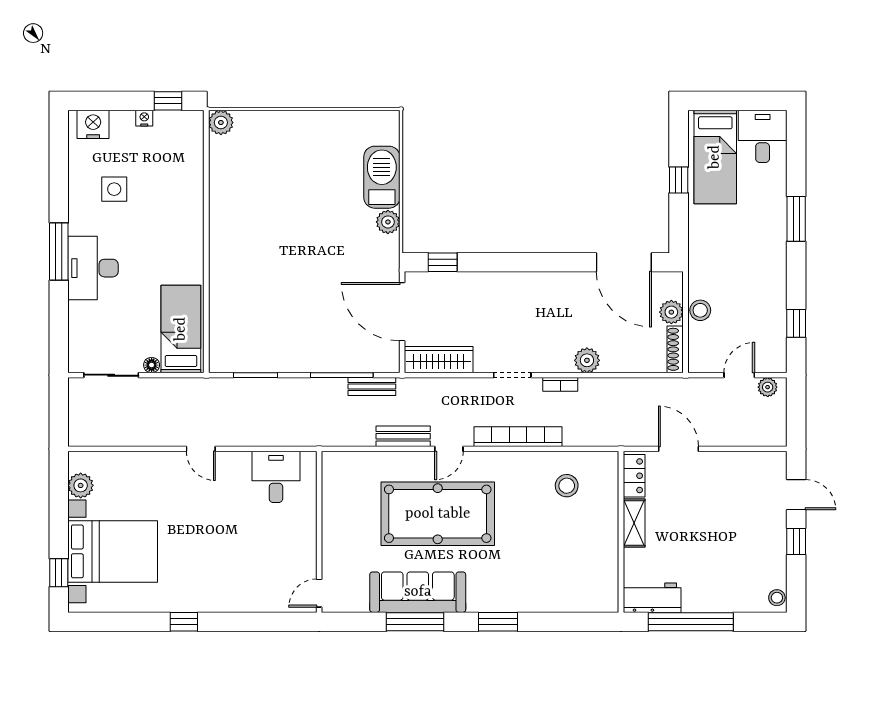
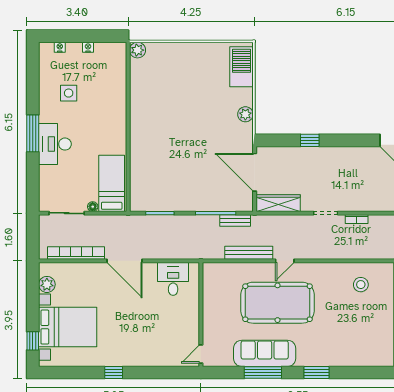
window: (168, 101) -> (103, 36), removed
nightstand: (93, 124) -> (60, 47), width x0.53, depth x0.56
barbecue: (382, 177) -> (241, 67), moved
window: (443, 262) -> (310, 140), moved
plant: (587, 360) -> (374, 204), removed
bench: (403, 436) -> (249, 253), width x1.36
bookcase: (518, 437) -> (76, 253), moved
door: (201, 449) -> (124, 261), width x1.88

